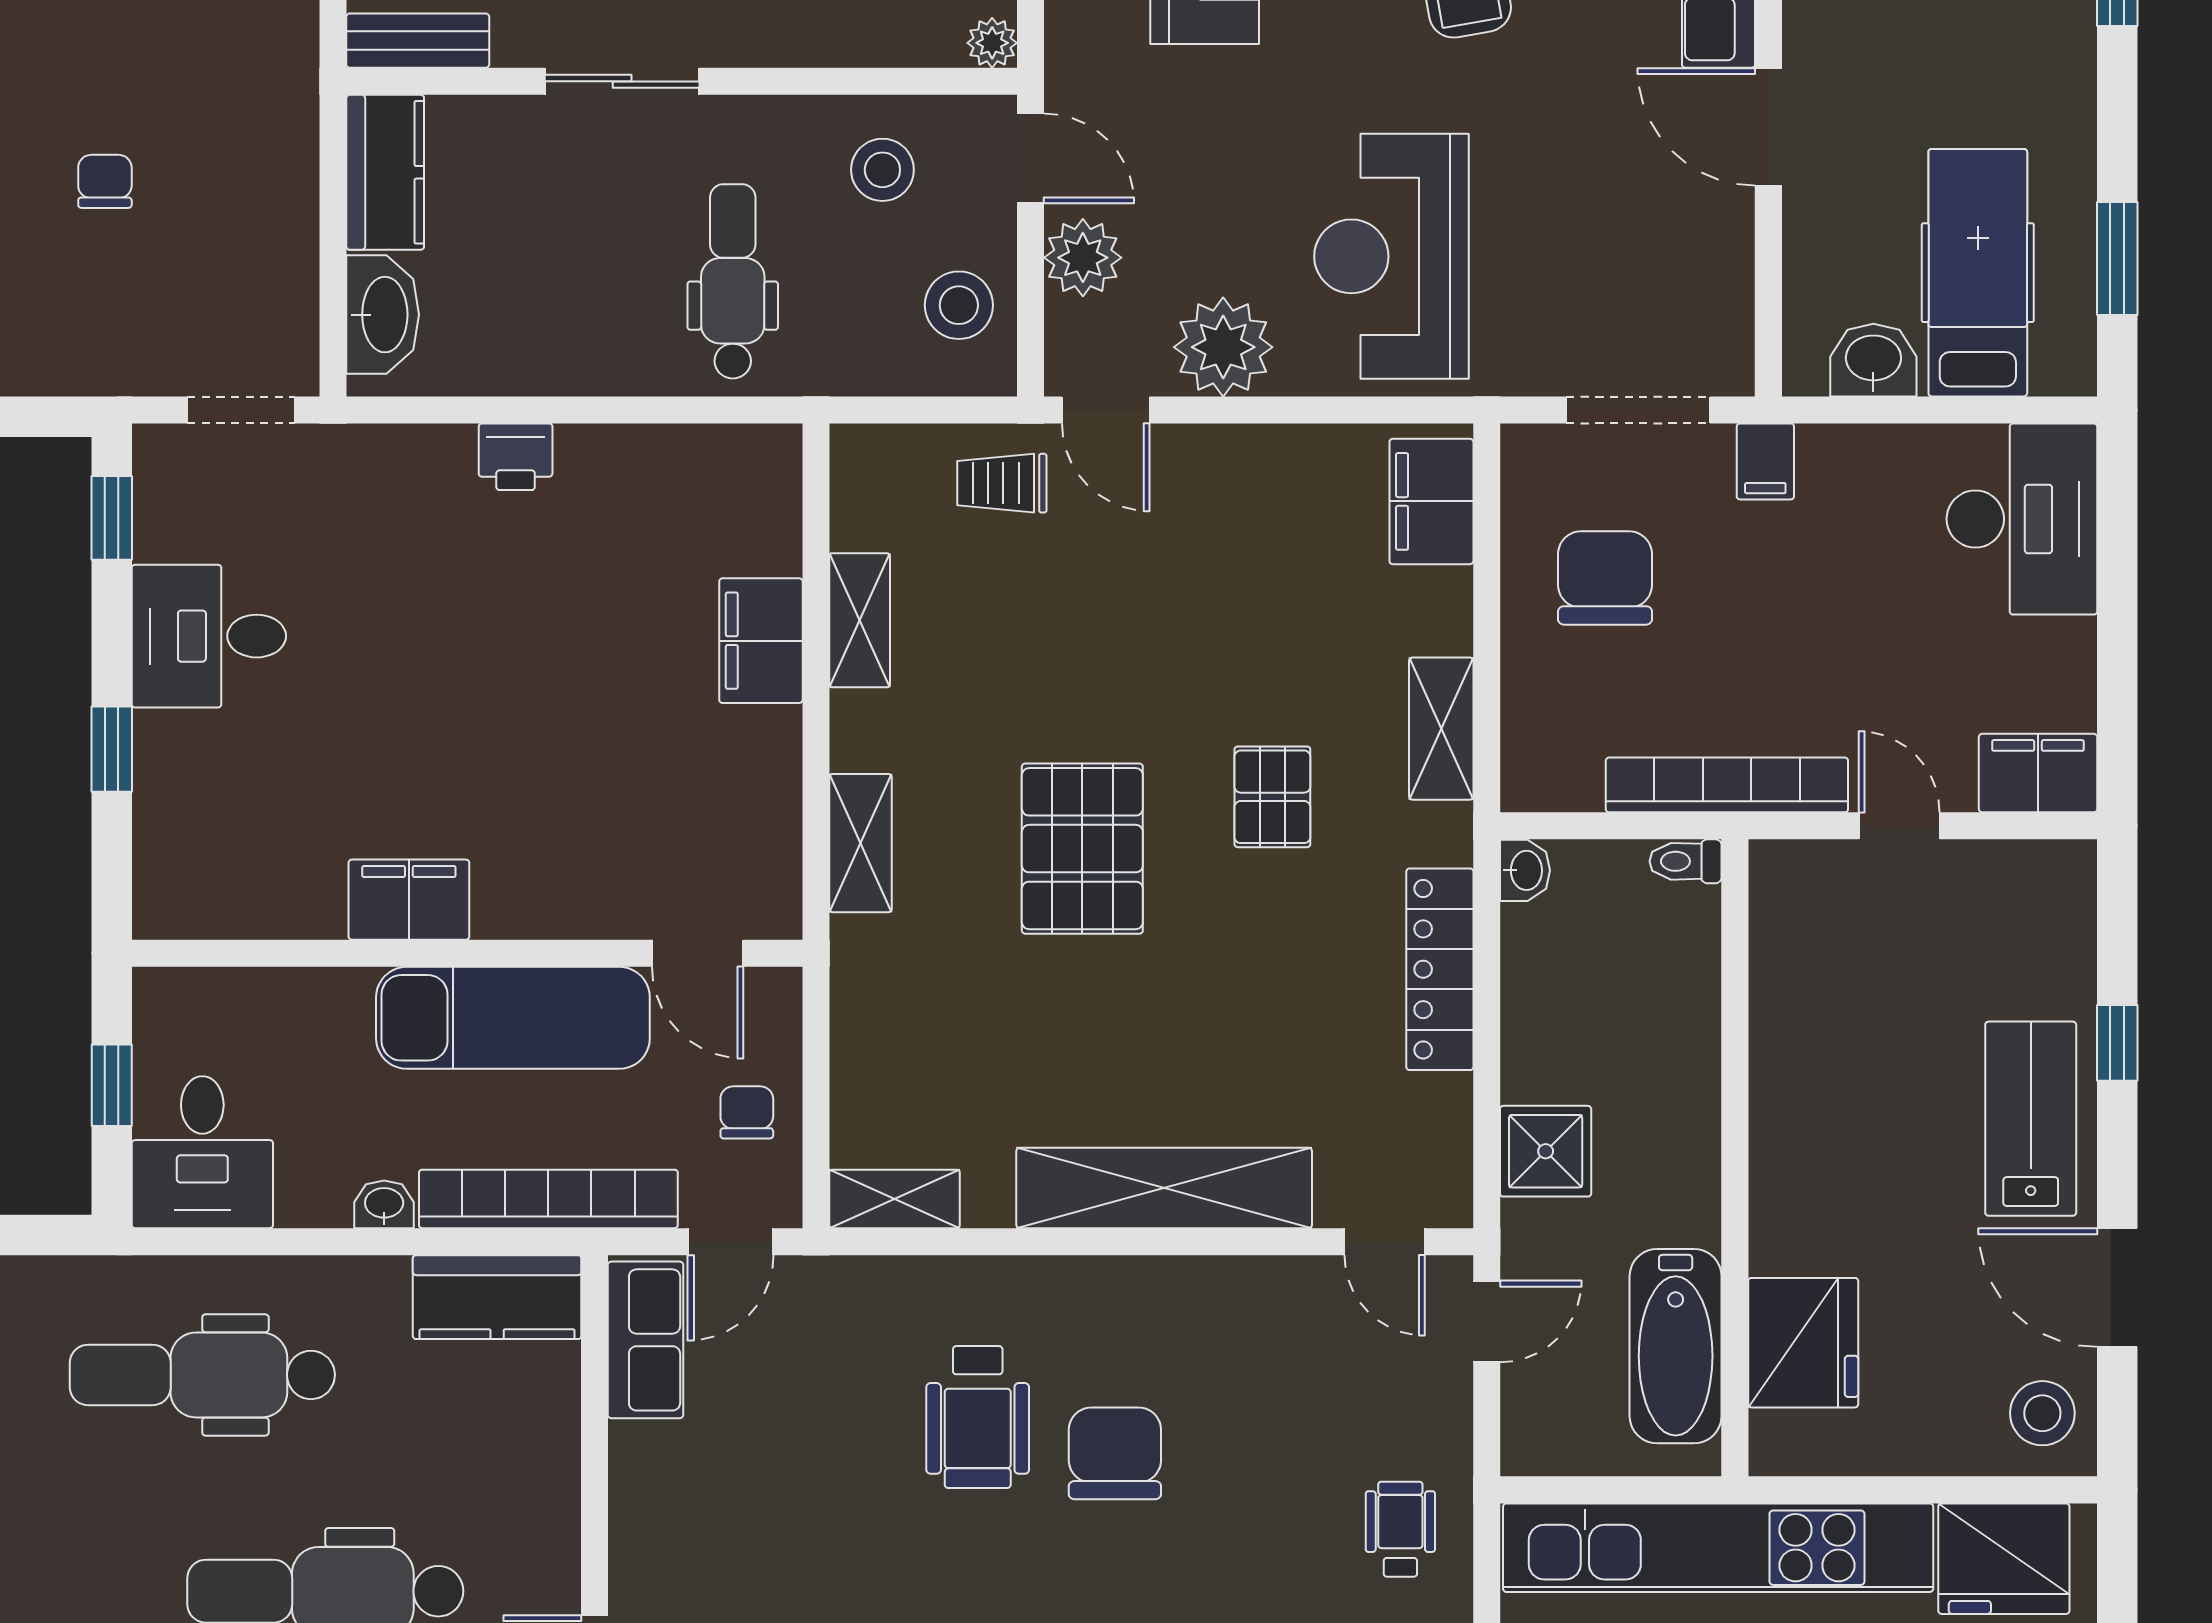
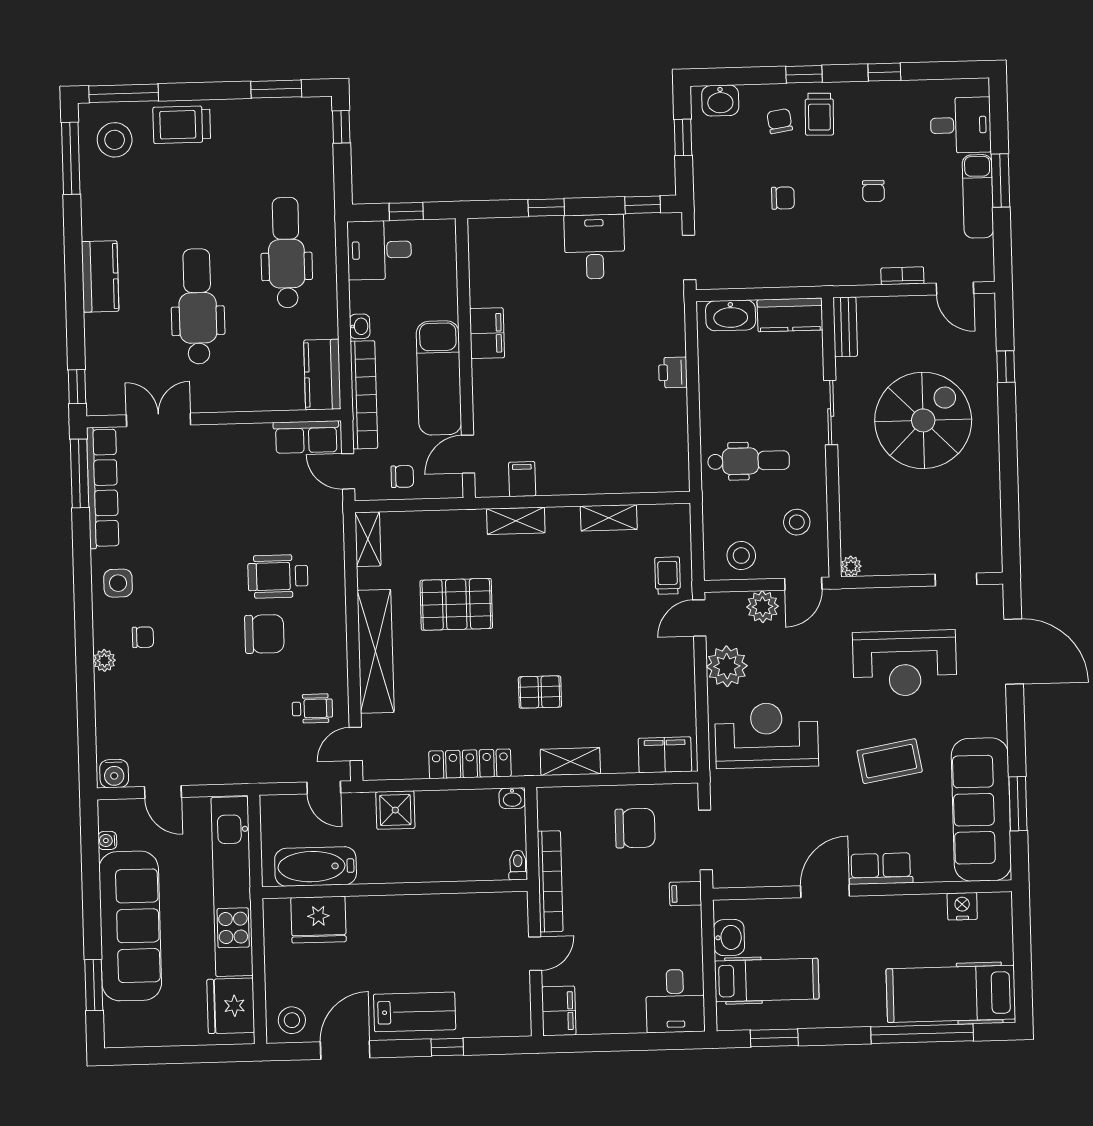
desk: (2022, 519) -> (675, 1001), width x0.73
filing cabinet: (761, 641) -> (522, 479), moved, width x0.50
pallet: (1082, 849) -> (456, 604), moved
wheelchair: (1400, 1529) -> (312, 709), moved

